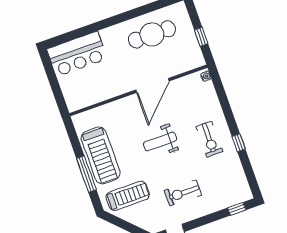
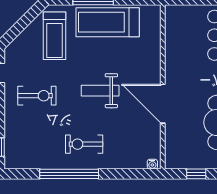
weight bench: (160, 142) -> (100, 91), turned -90
window: (239, 143) -> (69, 174), width x3.17
exercise bike: (183, 193) -> (37, 96), turned 90

